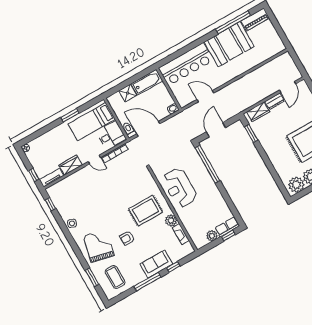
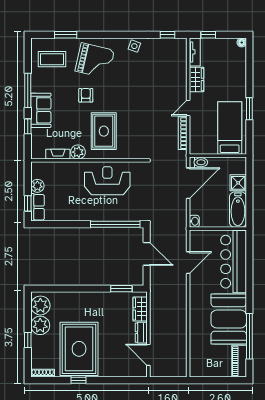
desk: (111, 135) -> (204, 140), removed

